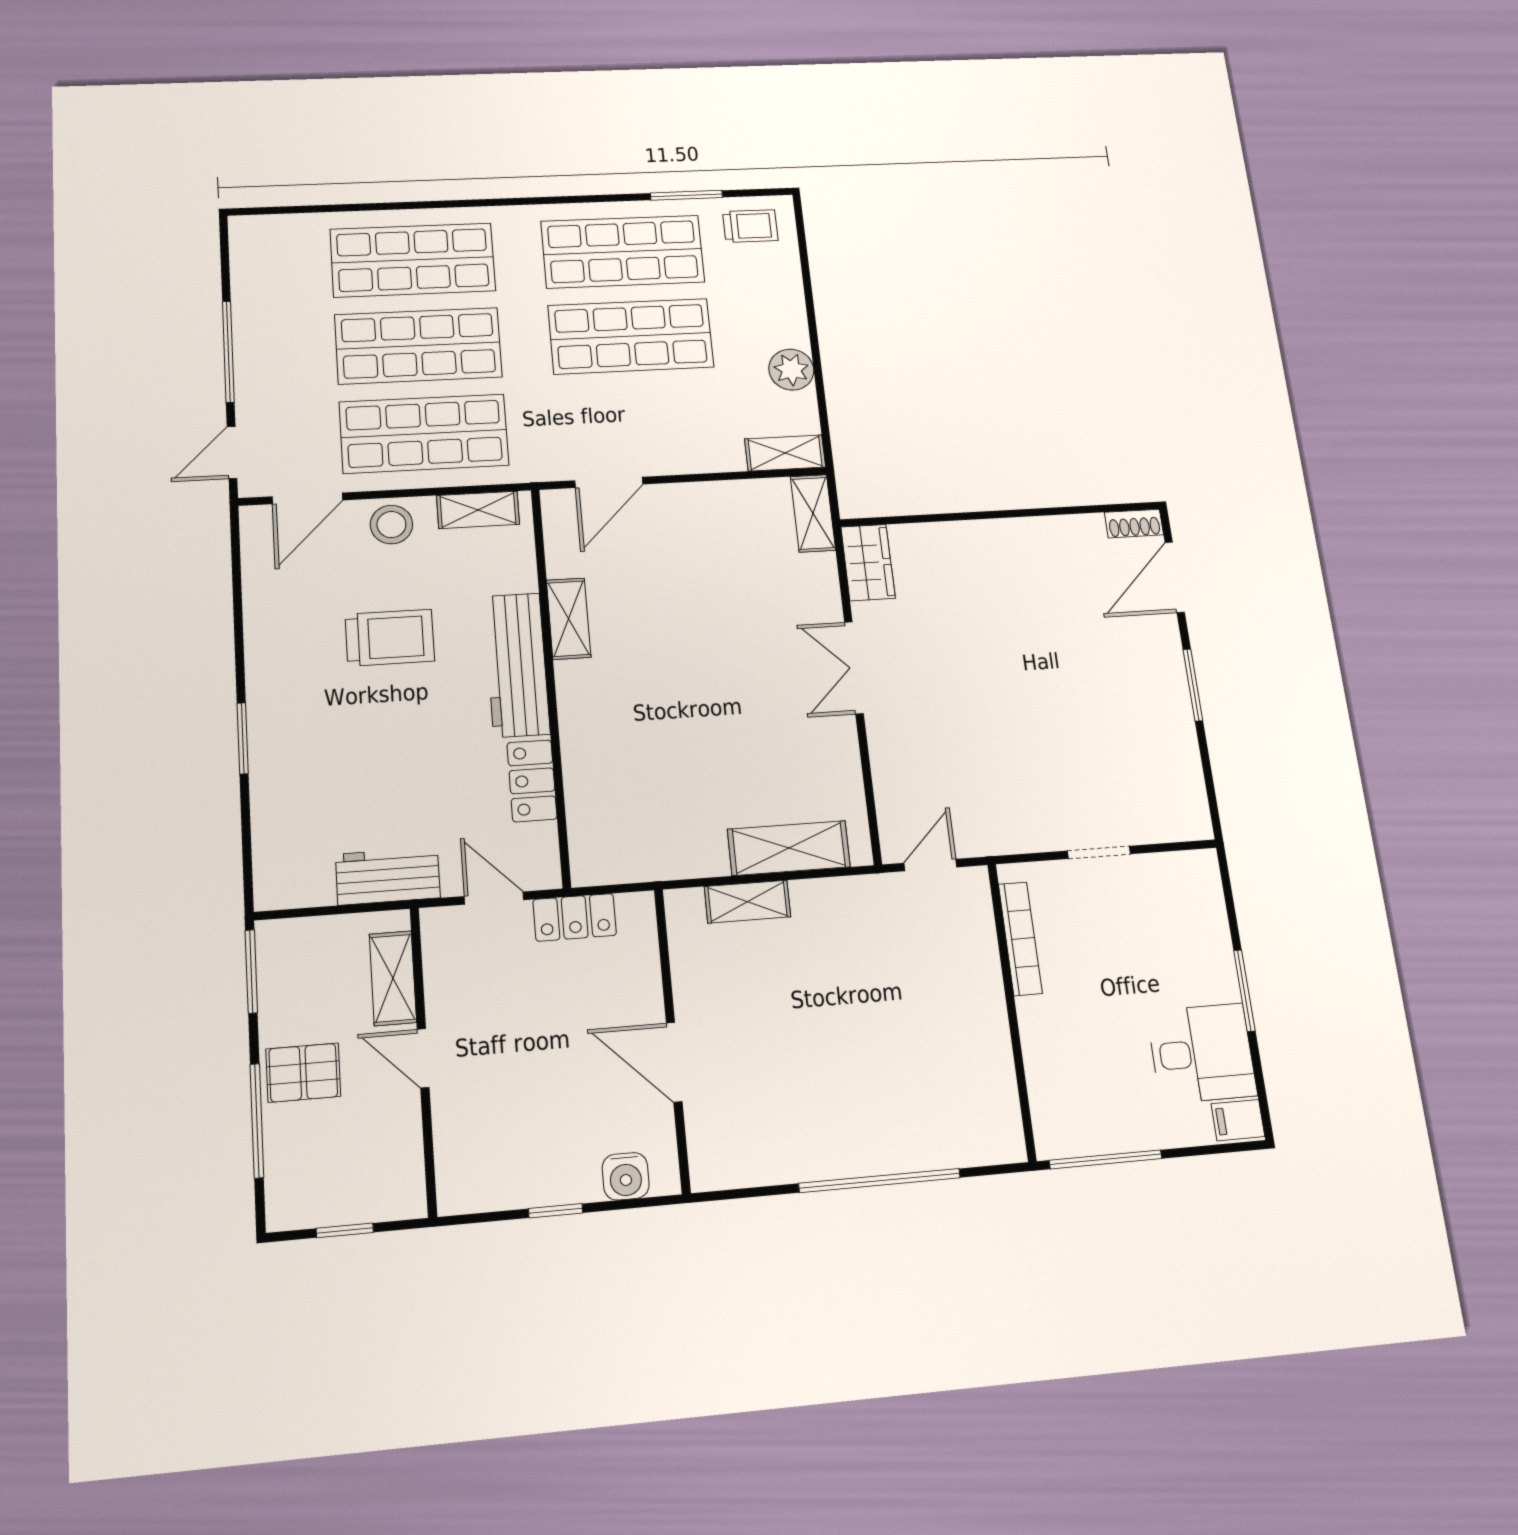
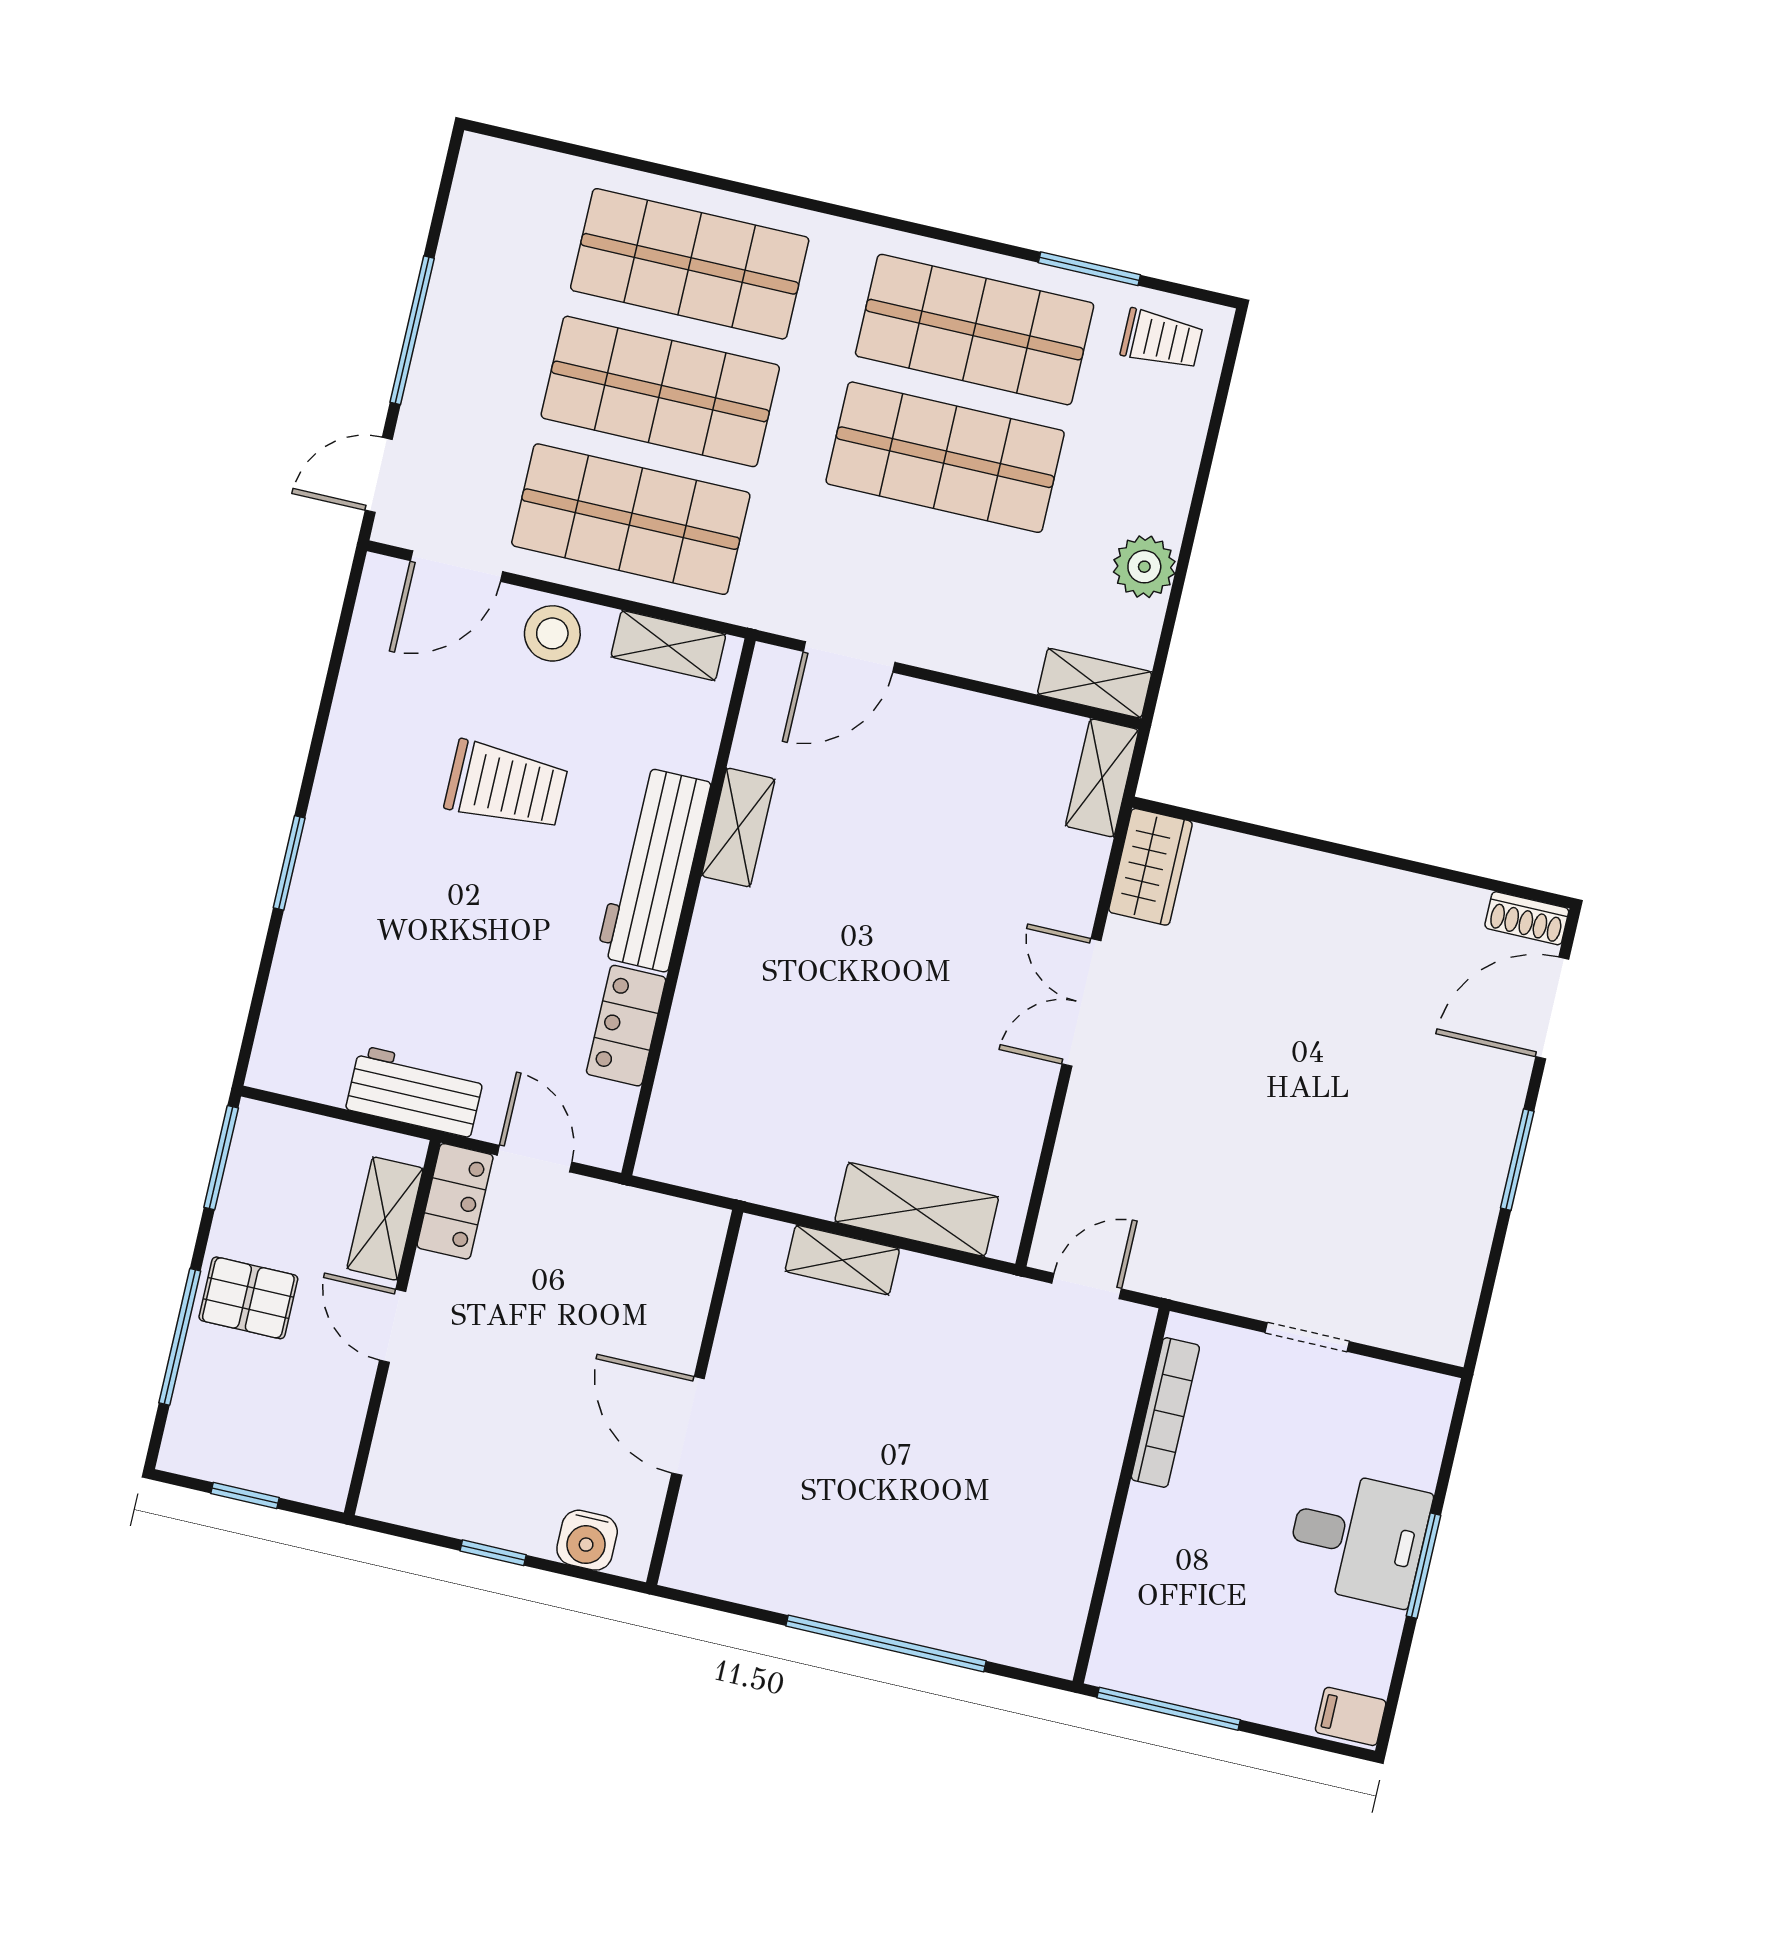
locker: (575, 917) -> (455, 1201), moved, turned -90
desk: (1202, 1053) -> (1358, 1538), moved

